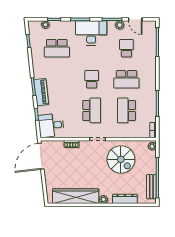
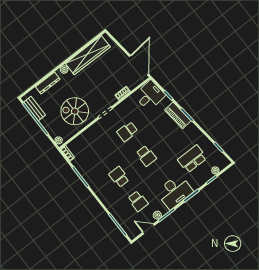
school desk: (126, 79) -> (119, 177), width x0.54
school desk: (92, 110) -> (127, 132), width x0.54
school desk: (126, 110) -> (100, 153), removed

